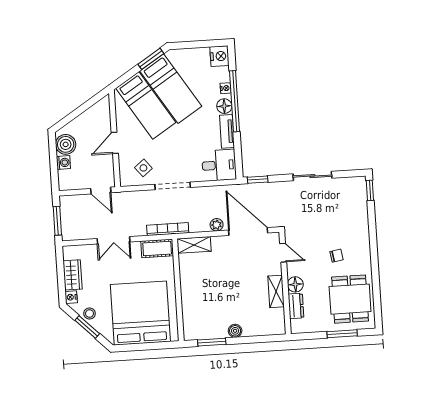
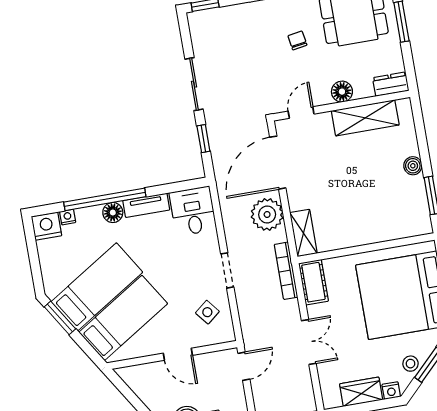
nightstand: (226, 88) -> (68, 217), moved
window: (258, 180) -> (203, 139), moved
doorway: (173, 186) -> (227, 270), width x0.73
plant: (217, 225) -> (267, 214), width x1.88, depth x1.88
shelving: (276, 291) -> (365, 118), width x1.50, depth x1.33
dresser: (296, 306) -> (391, 84), moved

